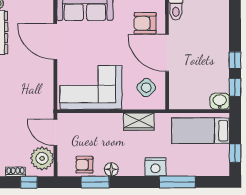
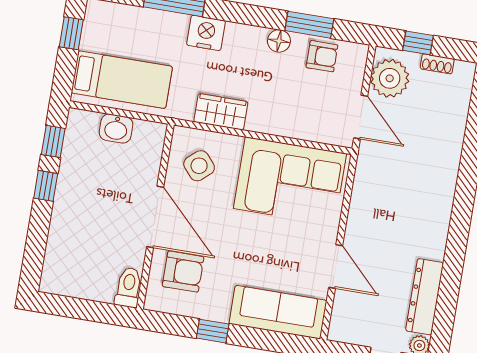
door: (55, 42) -> (336, 267), width x0.73
washbasin: (220, 101) -> (116, 129), moved

